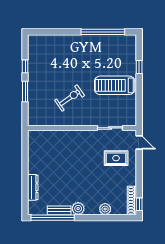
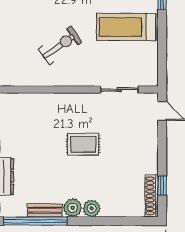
rug: (116, 158) -> (83, 144), moved
window: (139, 204) -> (162, 186), moved
plant: (105, 209) -> (92, 208), moved

